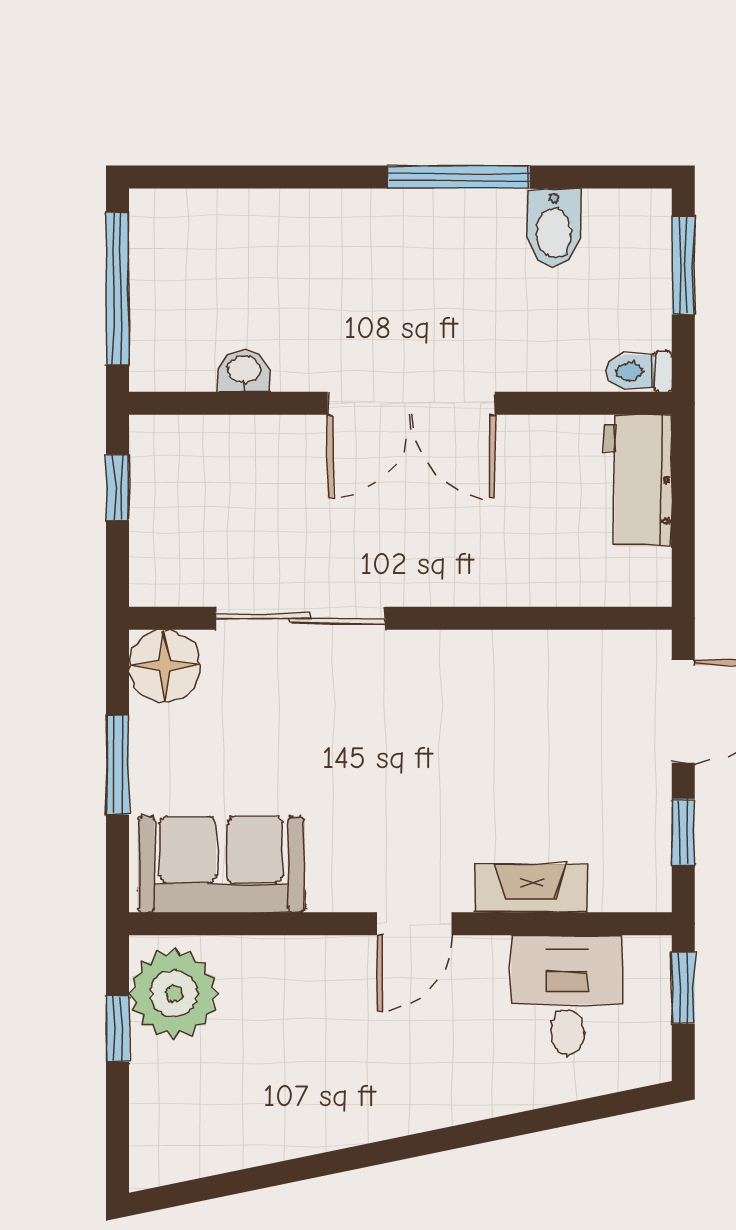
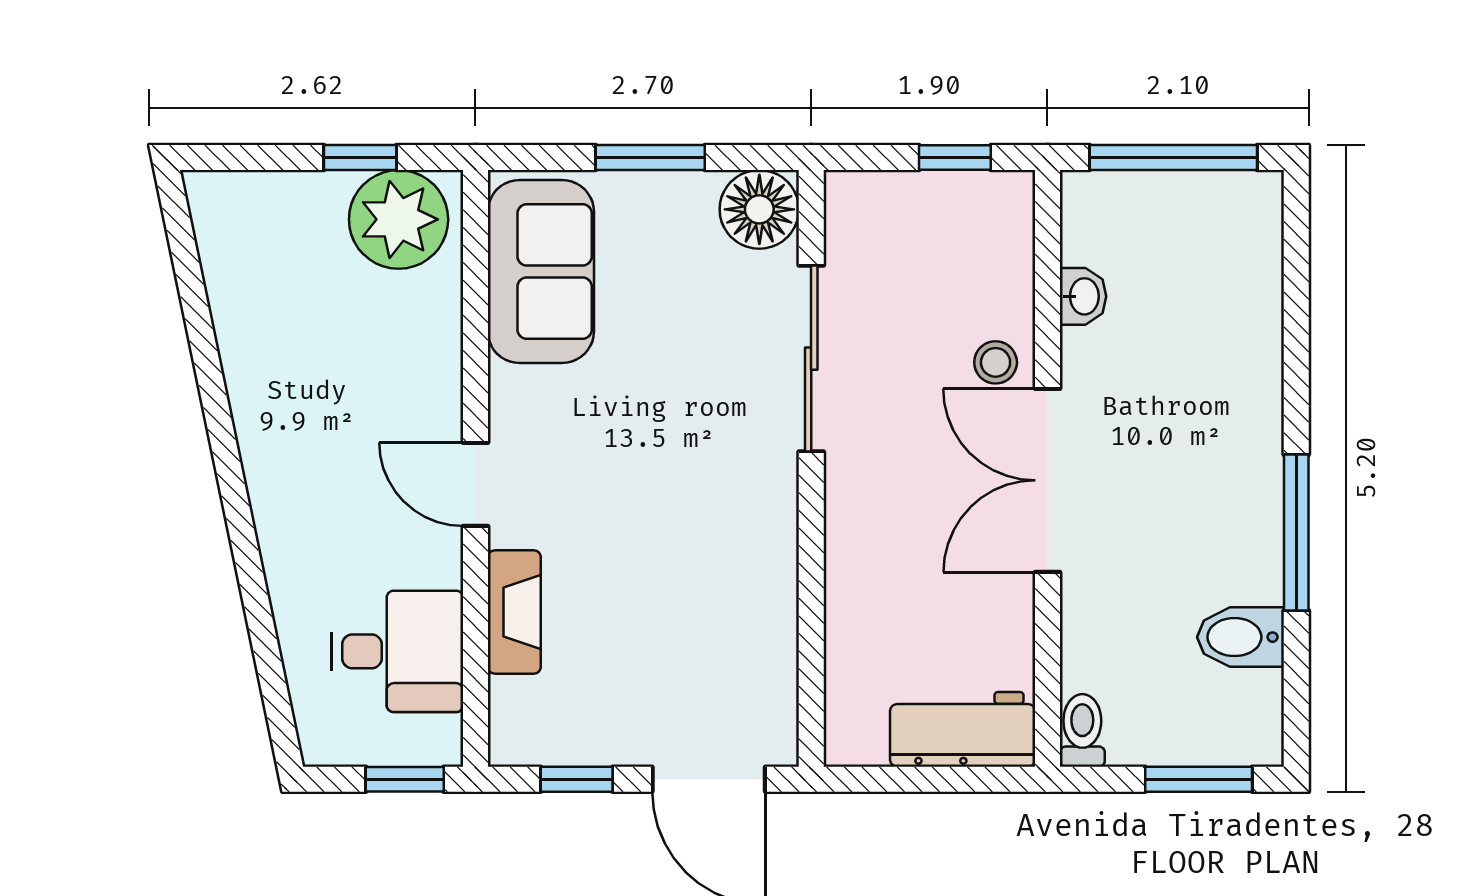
stool: (304, 451) -> (996, 362), added

